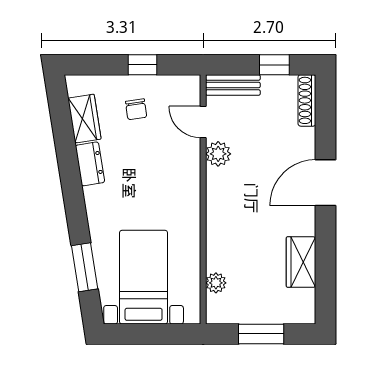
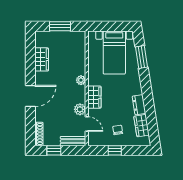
wardrobe: (187, 180) -> (94, 97), added
plant: (216, 283) -> (81, 80), moved

